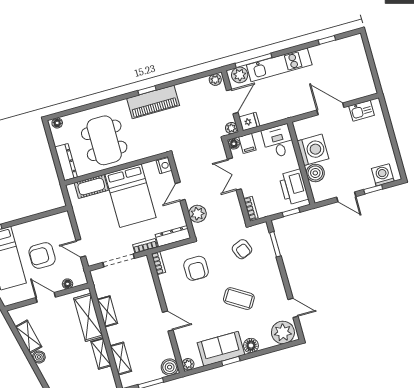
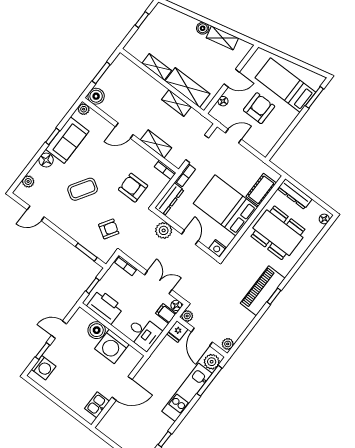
armchair: (242, 249) -> (109, 229), turned 144
plant: (283, 332) -> (28, 181), width x0.53, depth x0.53
shelving: (121, 358) -> (156, 144), moved

